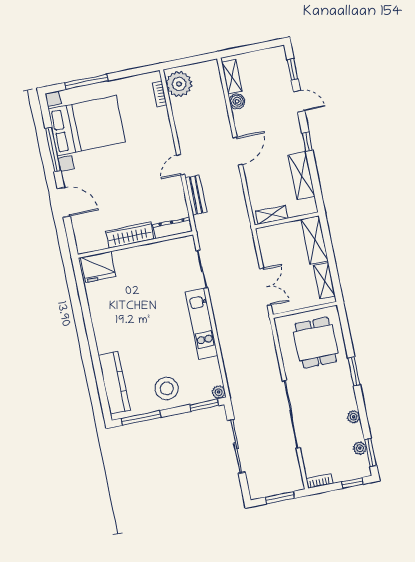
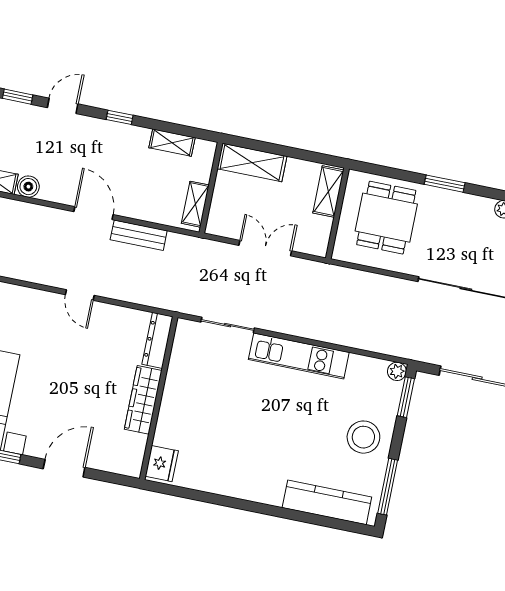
shelving: (302, 176) -> (172, 143), width x0.67, depth x0.75
bench: (196, 195) -> (139, 235), moved
fridge: (98, 267) -> (162, 464), width x0.73, depth x0.75
shelving: (324, 281) -> (328, 192), moved, turned 90
double door: (265, 287) -> (265, 248), moved
dining table: (316, 343) -> (386, 218), turned 90

